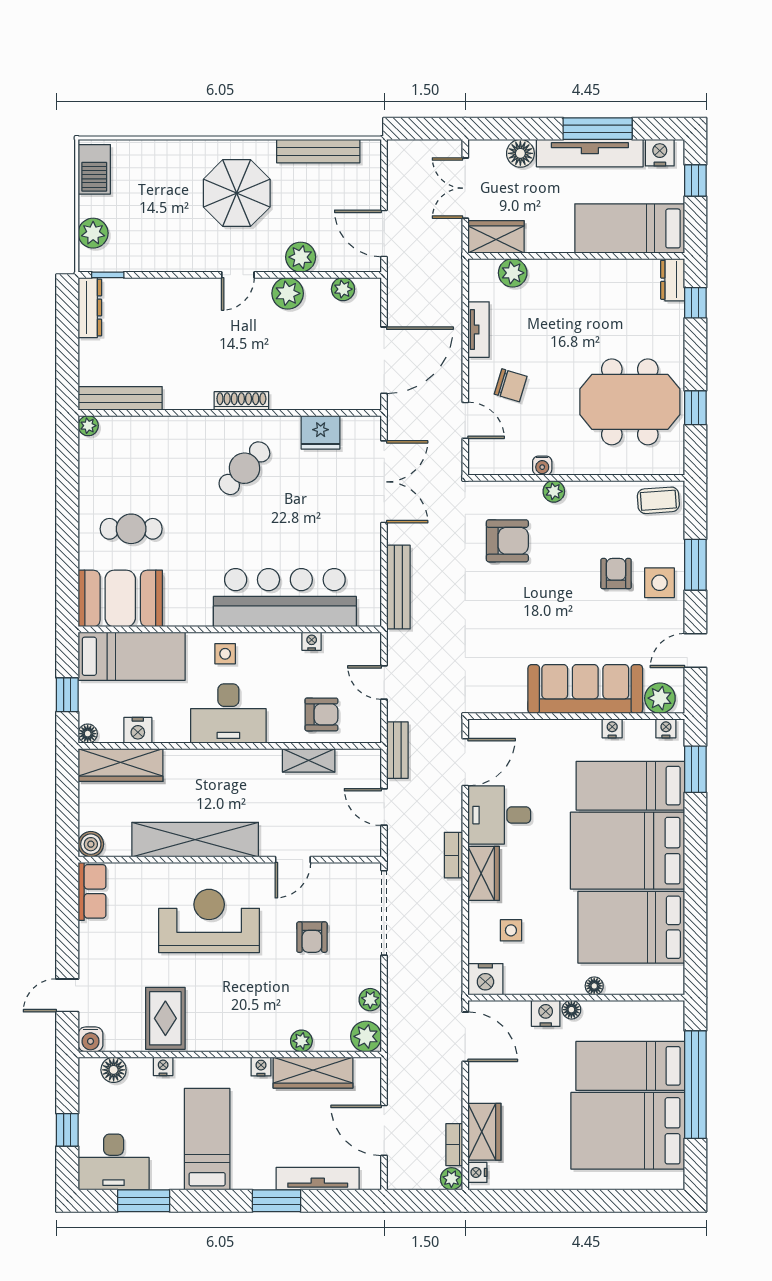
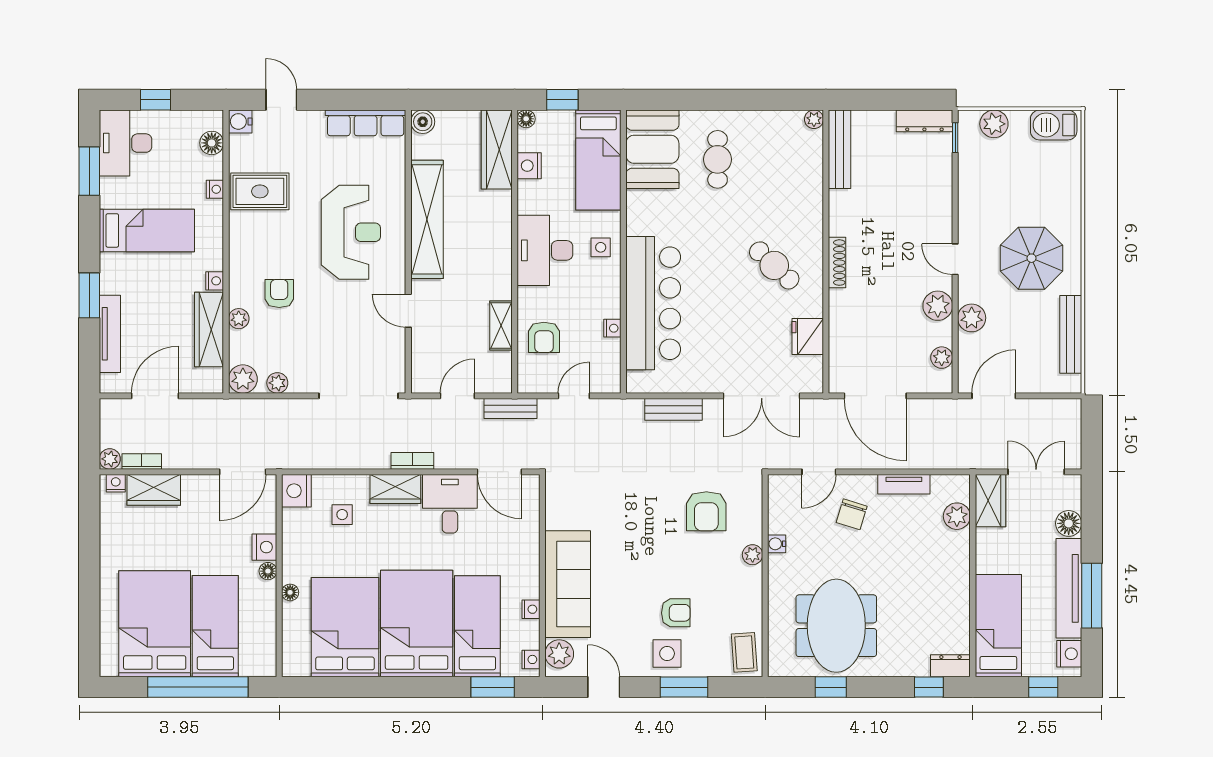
bench: (398, 587) -> (673, 409), width x0.73
row of seats: (92, 891) -> (366, 123), width x1.48
armchair: (312, 937) -> (279, 293), moved, turned 90

